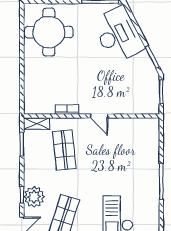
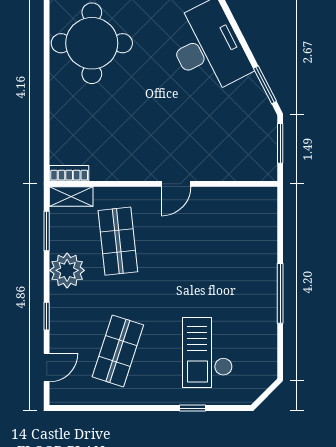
bookcase: (67, 110) -> (69, 173), moved
door: (99, 116) -> (176, 184), hinge flipped
plant: (34, 197) -> (67, 270), moved

